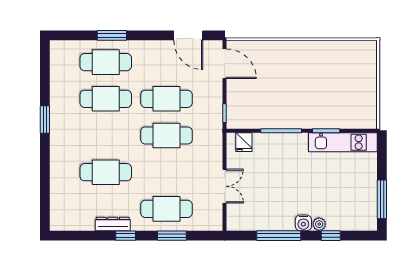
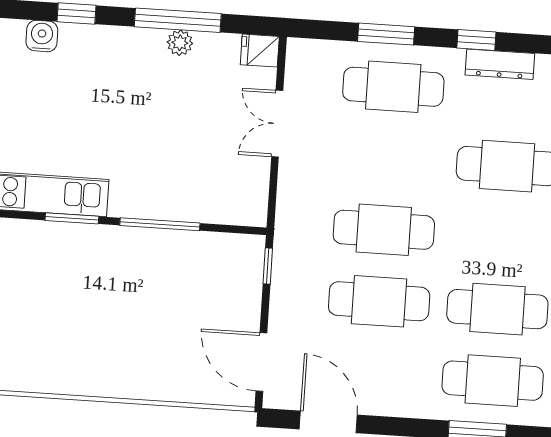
fridge: (244, 142) -> (260, 51), moved, turned -90
water cooler: (303, 223) -> (42, 36), moved
plant: (319, 224) -> (180, 43), moved

